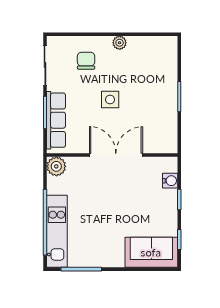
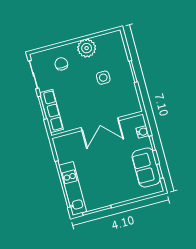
plant: (120, 43) -> (87, 48), width x1.88, depth x1.88
side table: (110, 100) -> (103, 78), moved
double door: (116, 155) -> (100, 124), swing flipped
plant: (56, 166) -> (60, 143), removed
sofa: (151, 252) -> (146, 167), moved, turned -90

